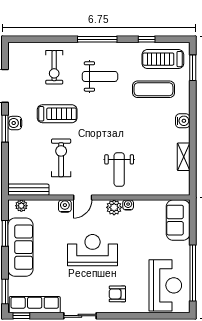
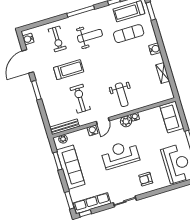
water cooler: (15, 123) -> (28, 39), moved

